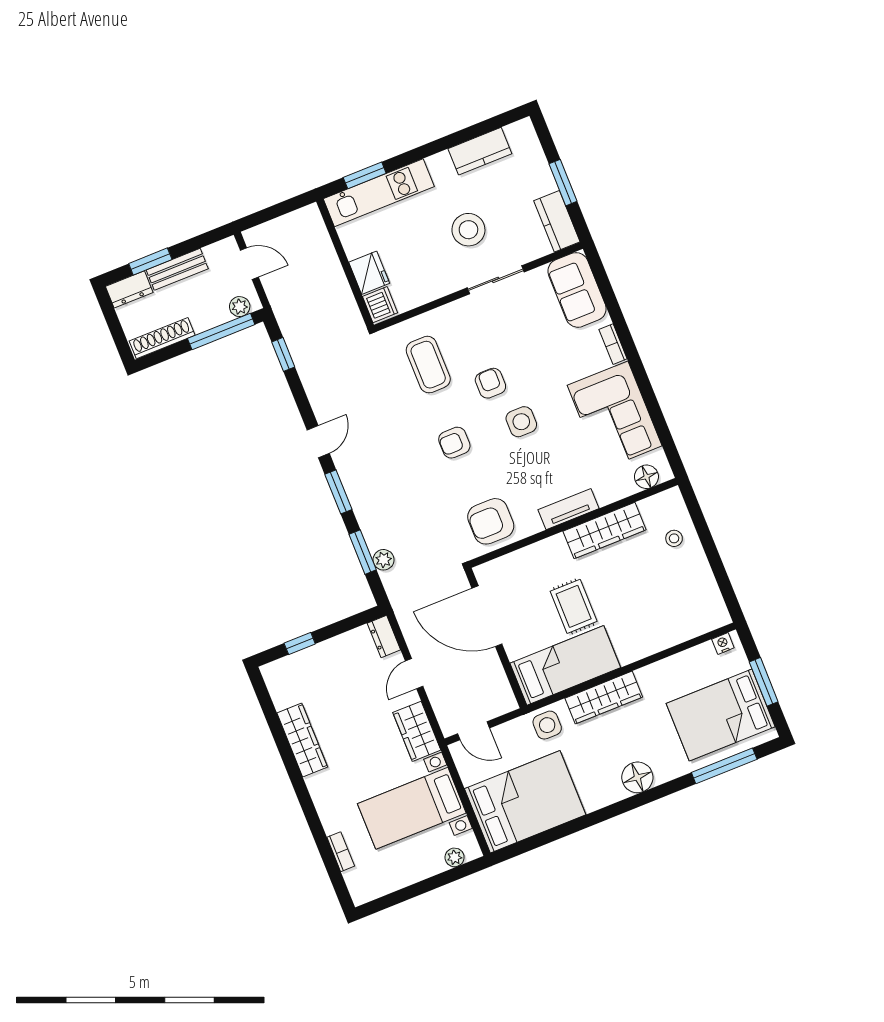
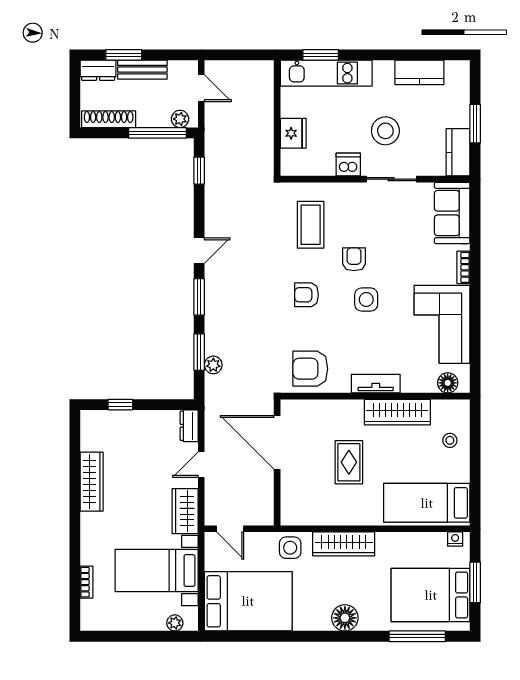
dishwasher: (380, 305) -> (348, 165), moved, turned -90
bed: (565, 665) -> (427, 503), moved, turned 180

